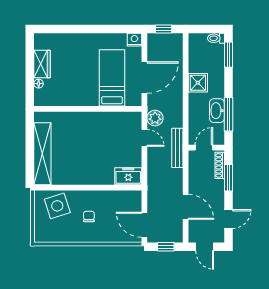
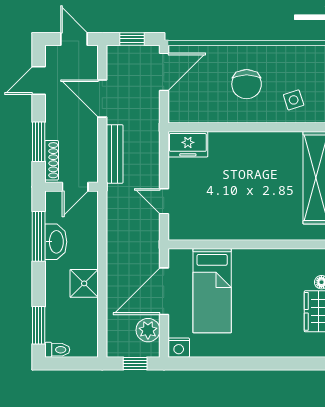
plant: (155, 118) -> (148, 330), moved
bench: (177, 148) -> (115, 154), moved
side table: (57, 206) -> (294, 100), width x0.54, depth x0.54
chair: (89, 216) -> (247, 84), width x1.87, depth x1.87
door: (144, 225) -> (164, 72), hinge flipped

